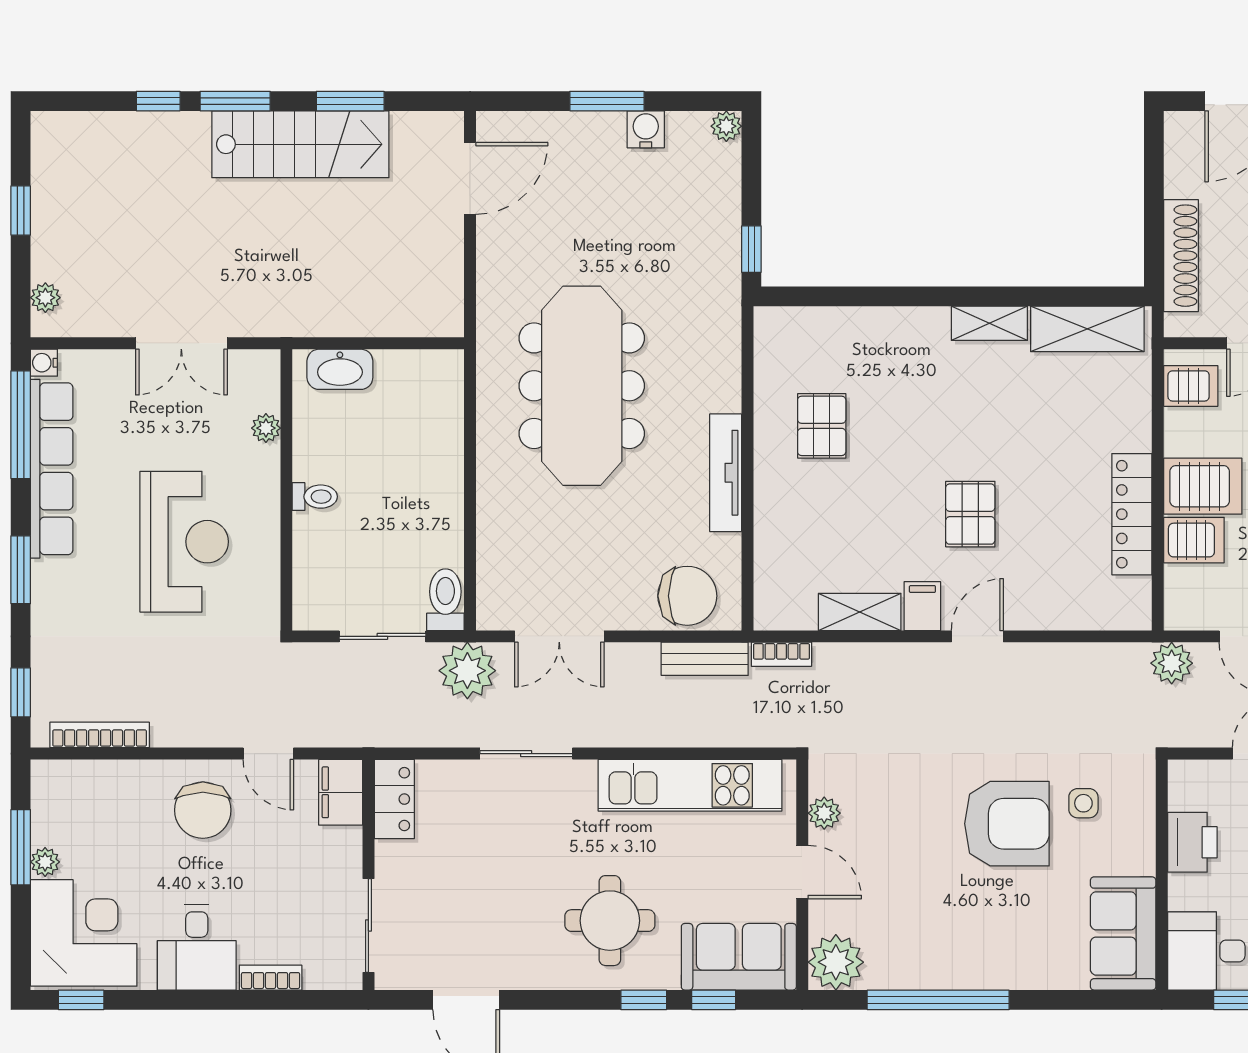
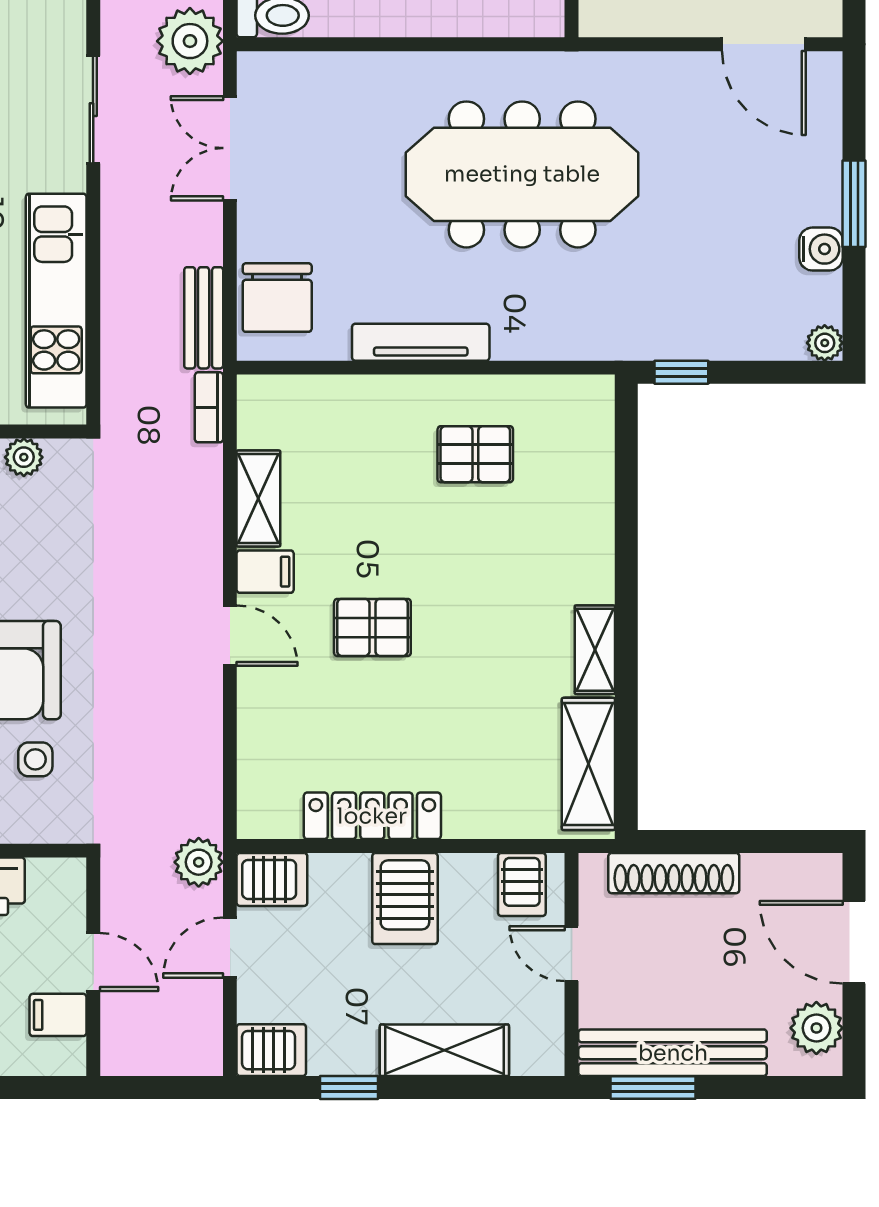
server rack: (1194, 540) -> (272, 879), moved, turned -90

